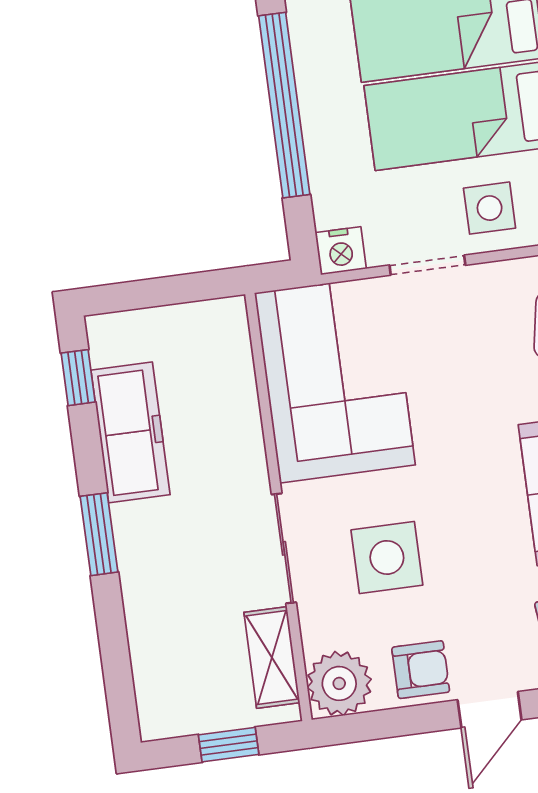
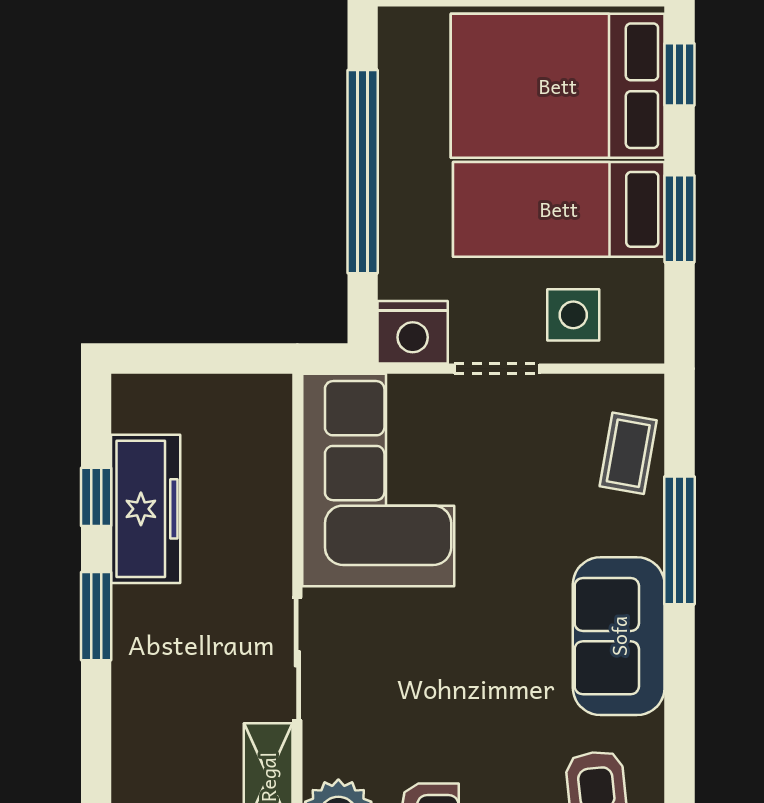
nightstand: (341, 251) -> (413, 332), width x1.36, depth x1.33
window: (78, 378) -> (96, 497), moved
side table: (387, 557) -> (409, 684), removed

